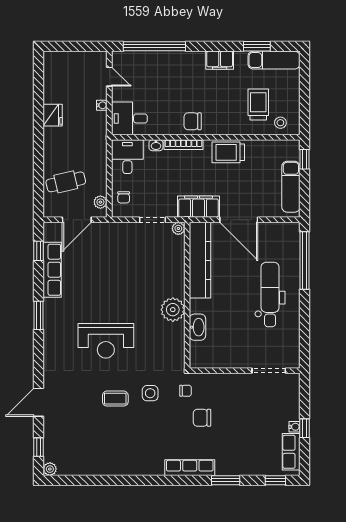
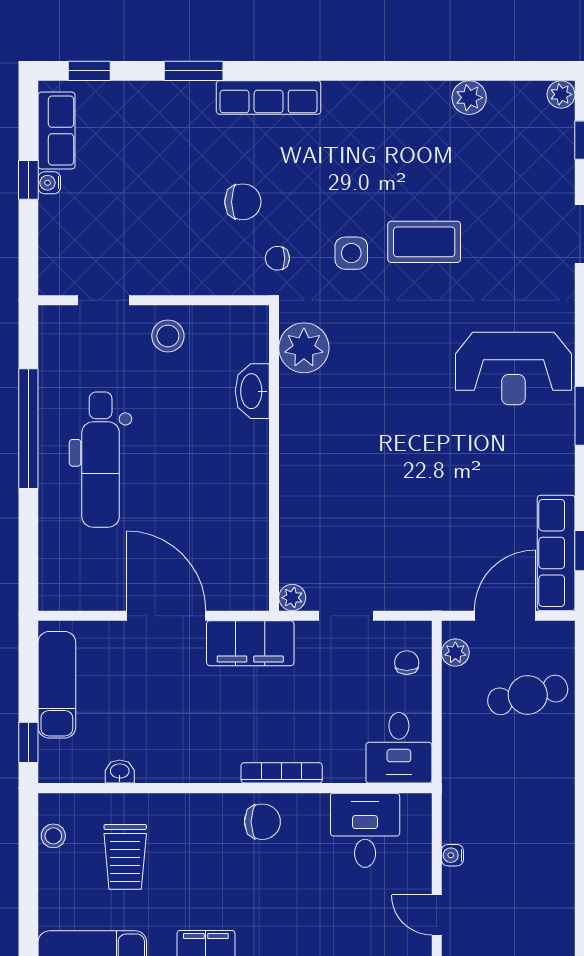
fridge: (53, 115) -> (555, 835), removed
desk: (129, 118) -> (365, 830), moved, turned -90
stool: (280, 123) -> (53, 836), moved
washbasin: (156, 145) -> (120, 772), moved
trolley: (228, 152) -> (188, 757), removed
kitchen counter: (200, 260) -> (247, 531), removed
window: (305, 260) -> (28, 429), moved
row of seats: (52, 270) -> (556, 553), moved
plant: (173, 310) -> (304, 348), moved
reception desk: (106, 341) -> (513, 369), moved, turned 180
stool: (238, 354) -> (168, 336), added
doorway: (269, 371) -> (103, 300), width x0.73
coffee table: (115, 399) -> (424, 242), width x1.36, depth x1.30
plant: (94, 468) -> (469, 98), added

